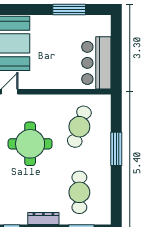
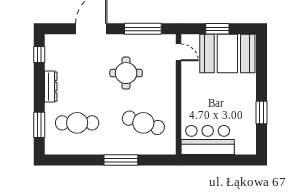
window: (69, 10) -> (262, 113), width x0.69
round table: (30, 144) -> (126, 73), width x0.73, depth x0.73

